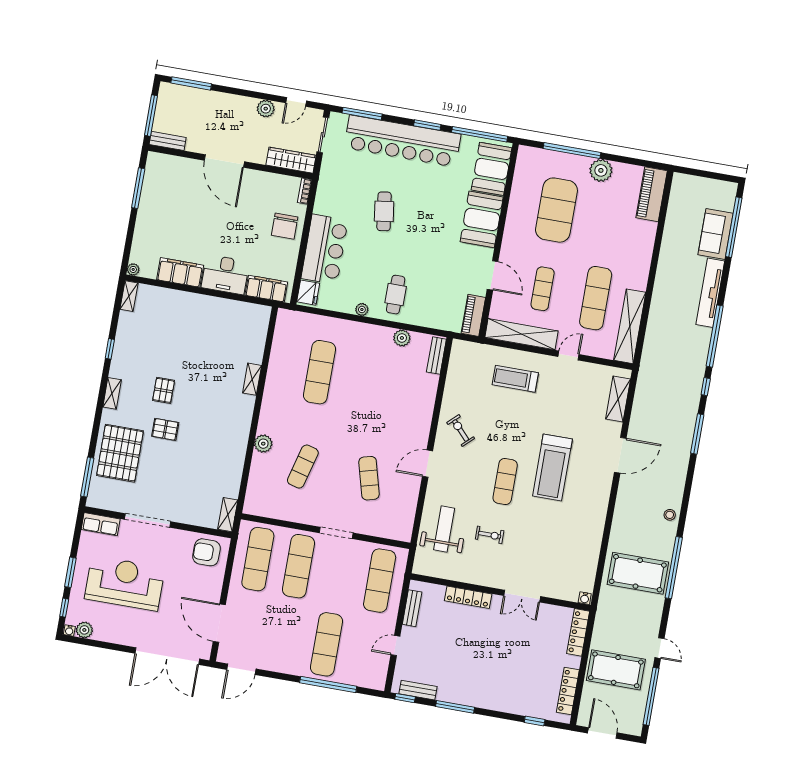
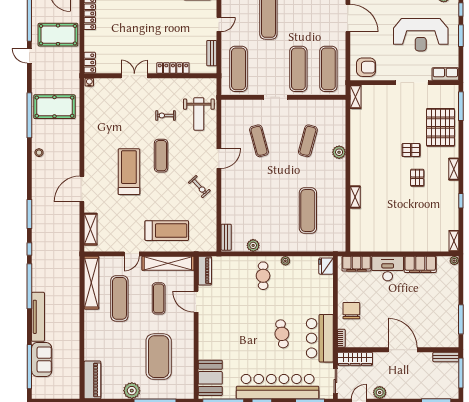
booth: (482, 219) -> (211, 340), removed
bar counter: (324, 249) -> (320, 338), moved
treadmill: (515, 379) -> (167, 231), width x1.37, depth x1.38
locker: (578, 632) -> (90, 63), width x0.66

